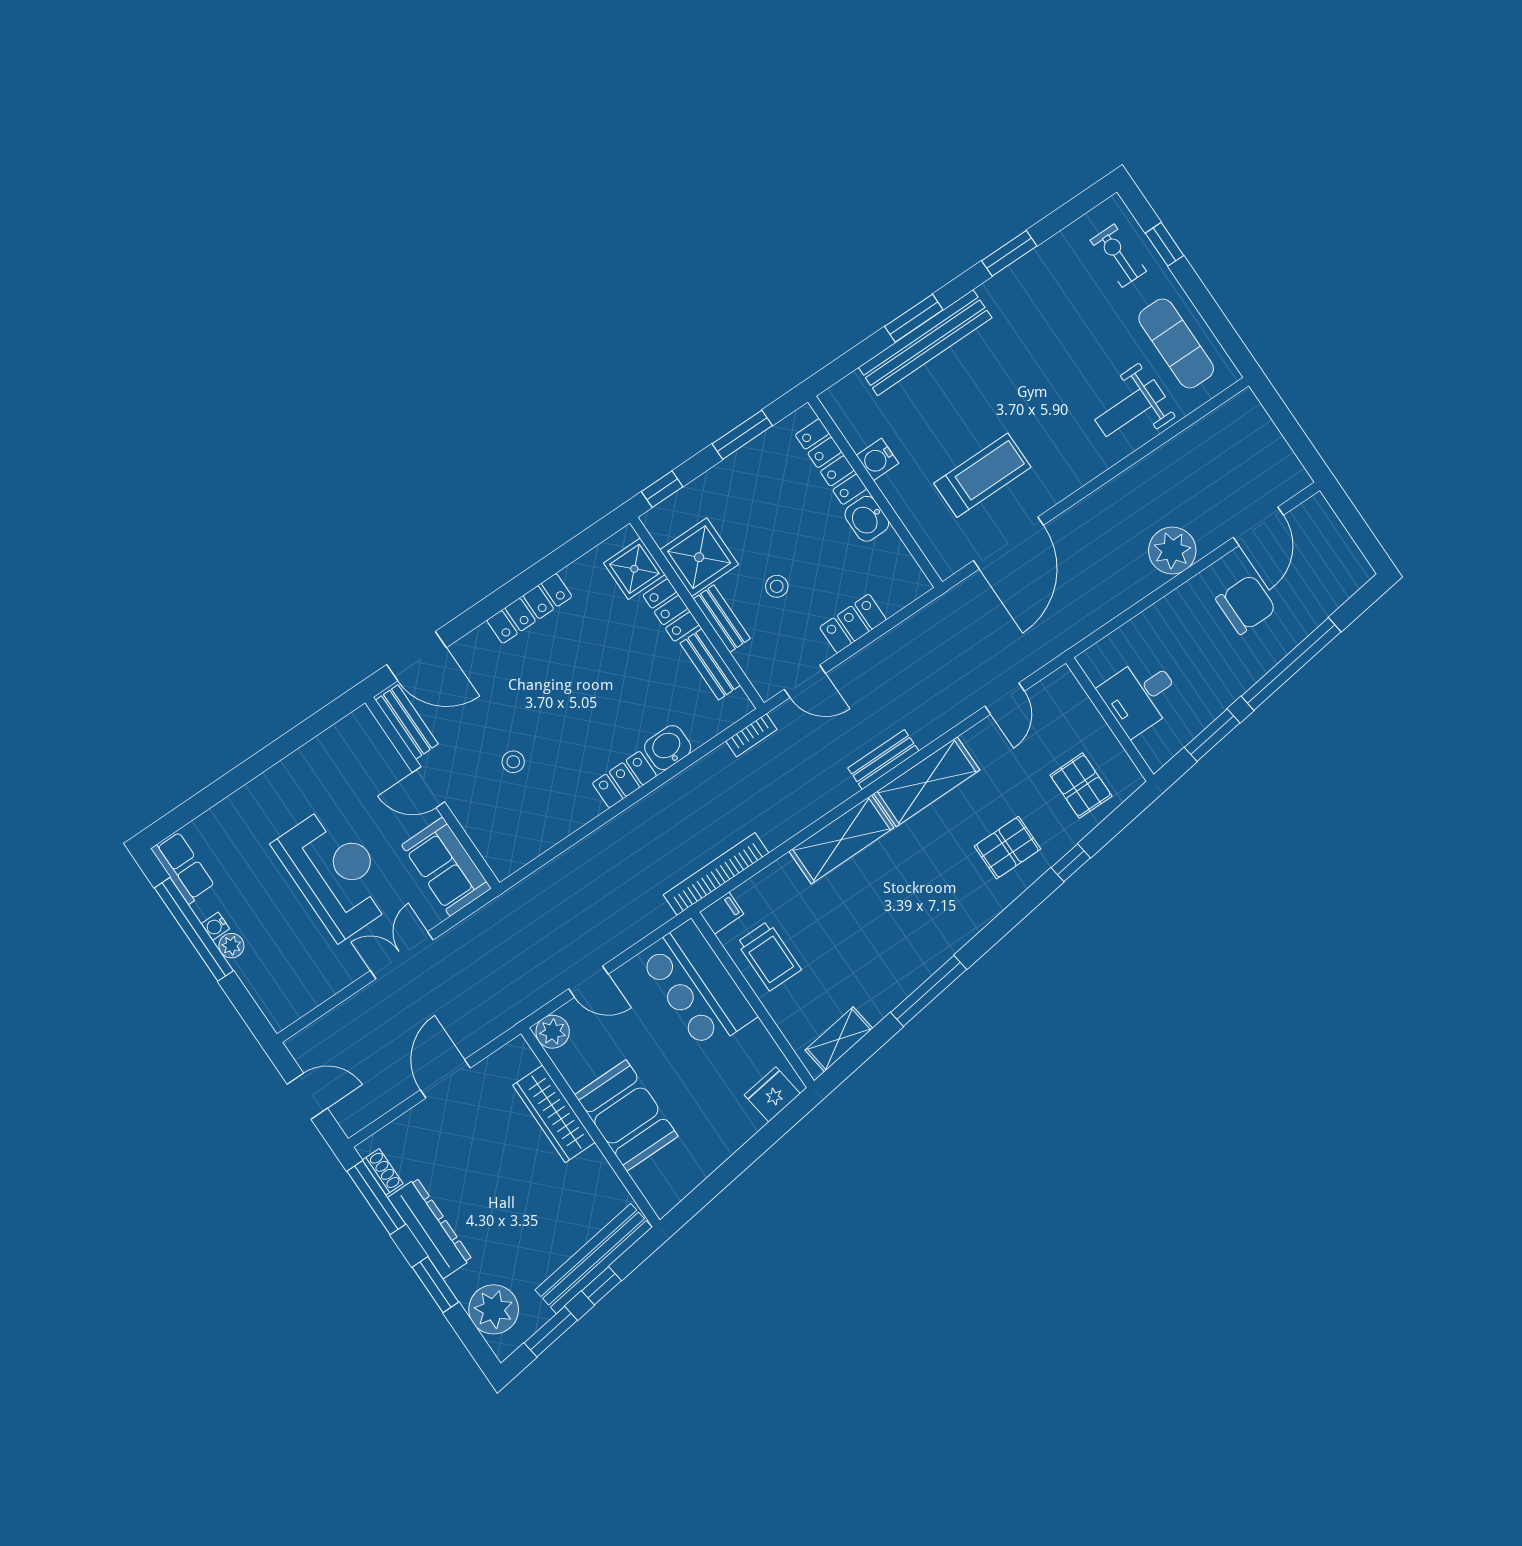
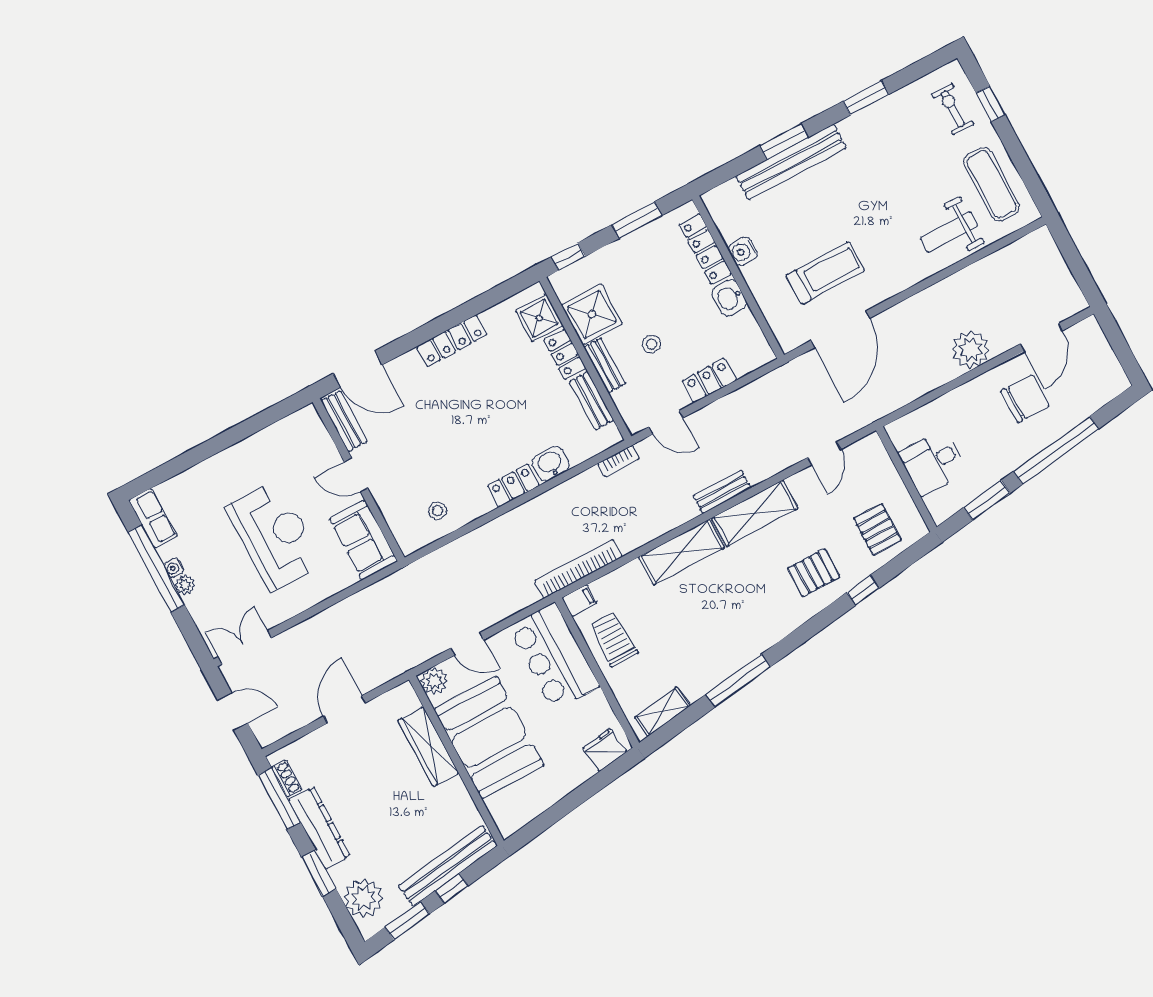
stool: (513, 762) -> (437, 511), moved
double door: (402, 955) -> (245, 647), moved
trolley: (769, 956) -> (614, 639), turned 180
booth: (626, 1116) -> (489, 737), width x1.36, depth x1.42

